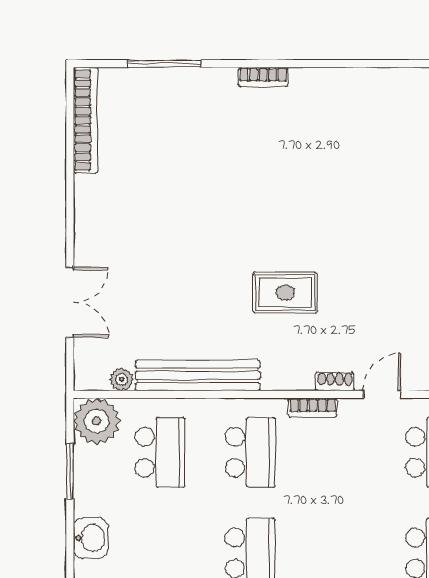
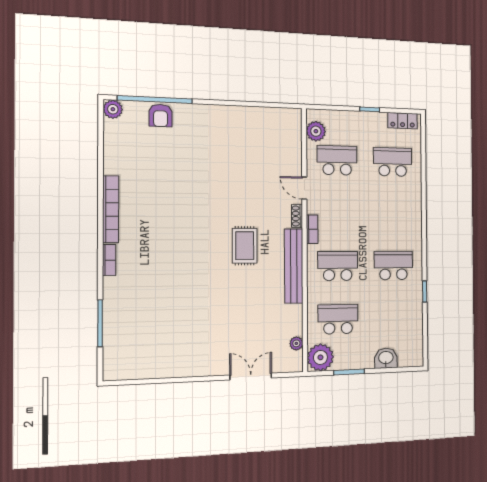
bookcase: (86, 120) -> (111, 209), moved, turned 90
bench: (198, 375) -> (294, 266), moved

